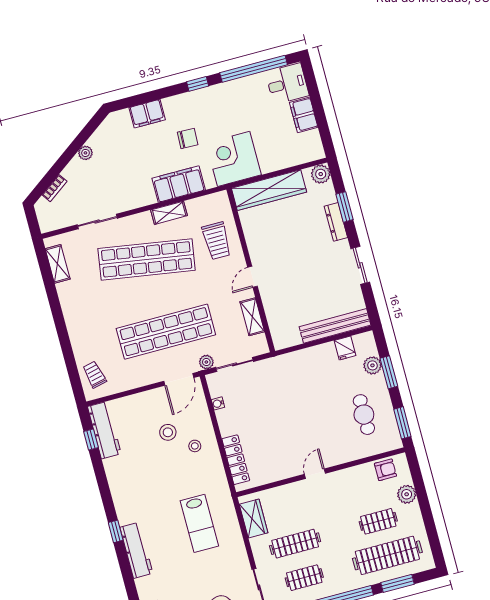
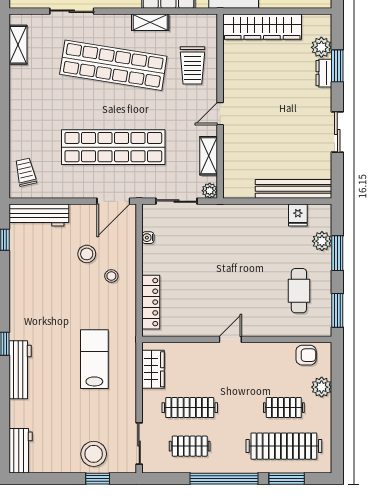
plant: (321, 174) -> (321, 47), moved
dresser: (336, 222) -> (324, 73), width x0.70
plant: (206, 362) -> (210, 191), moved
workbench: (104, 430) -> (39, 215), moved, turned 90
lab bench: (199, 523) -> (94, 359), turned 180

